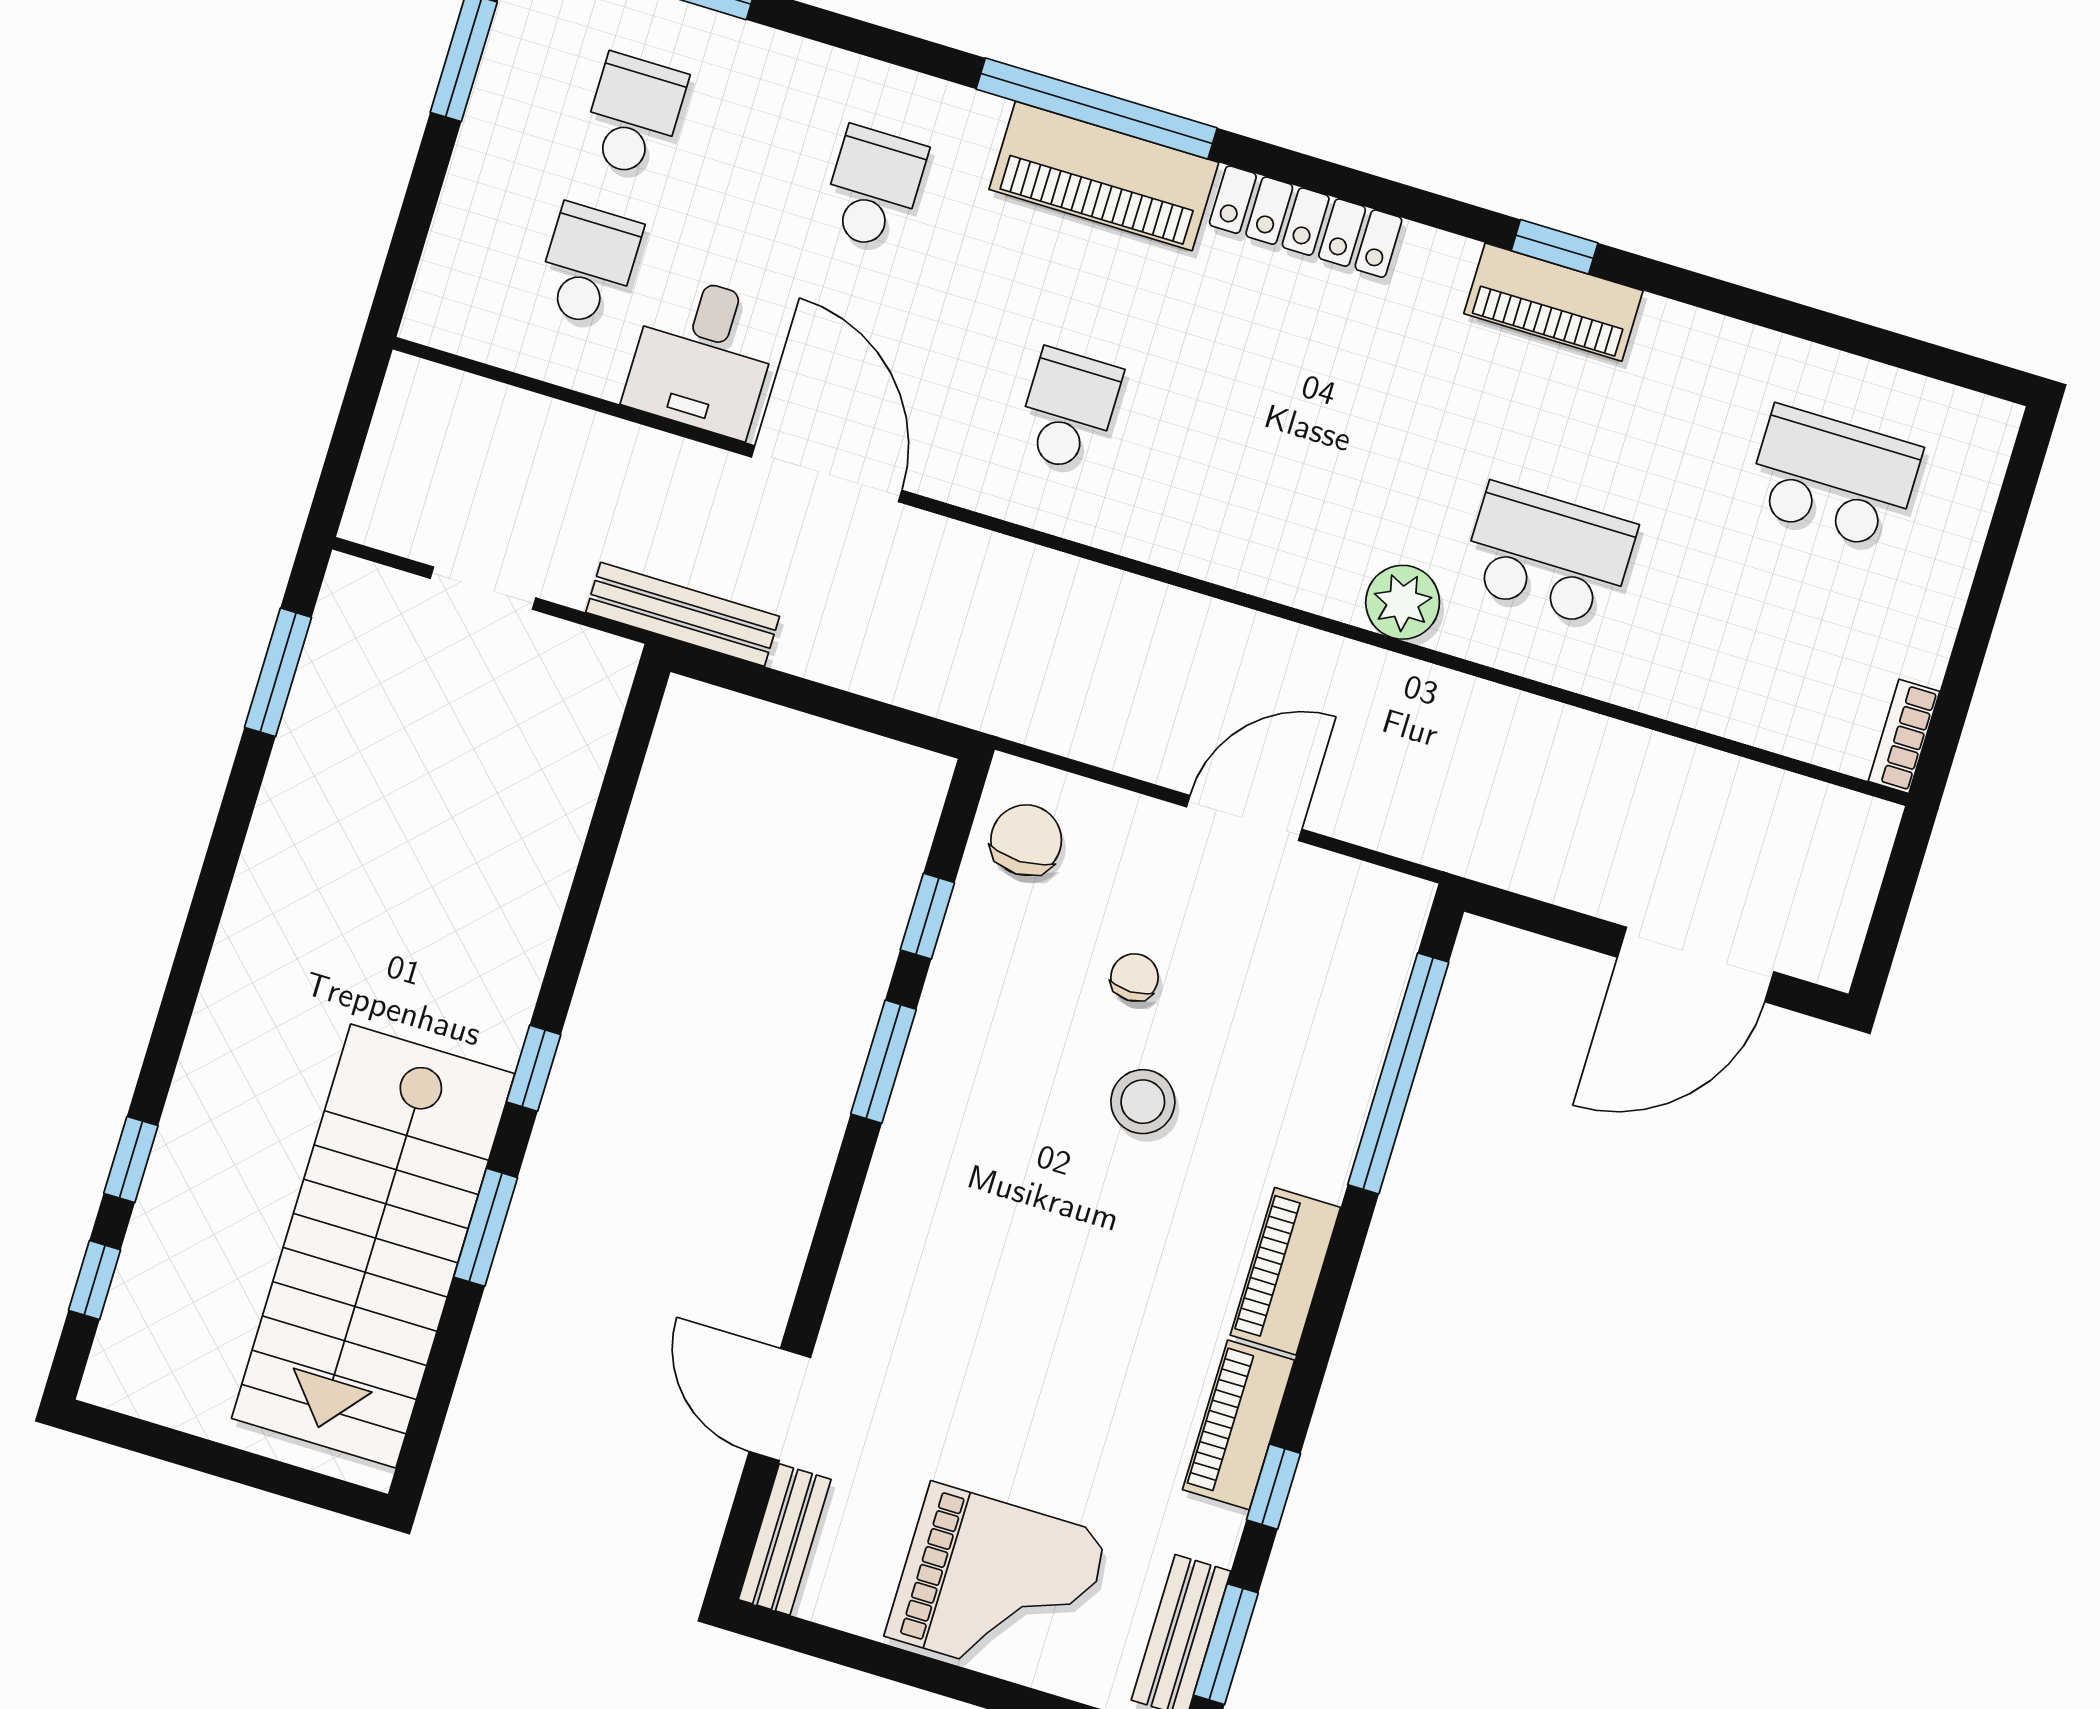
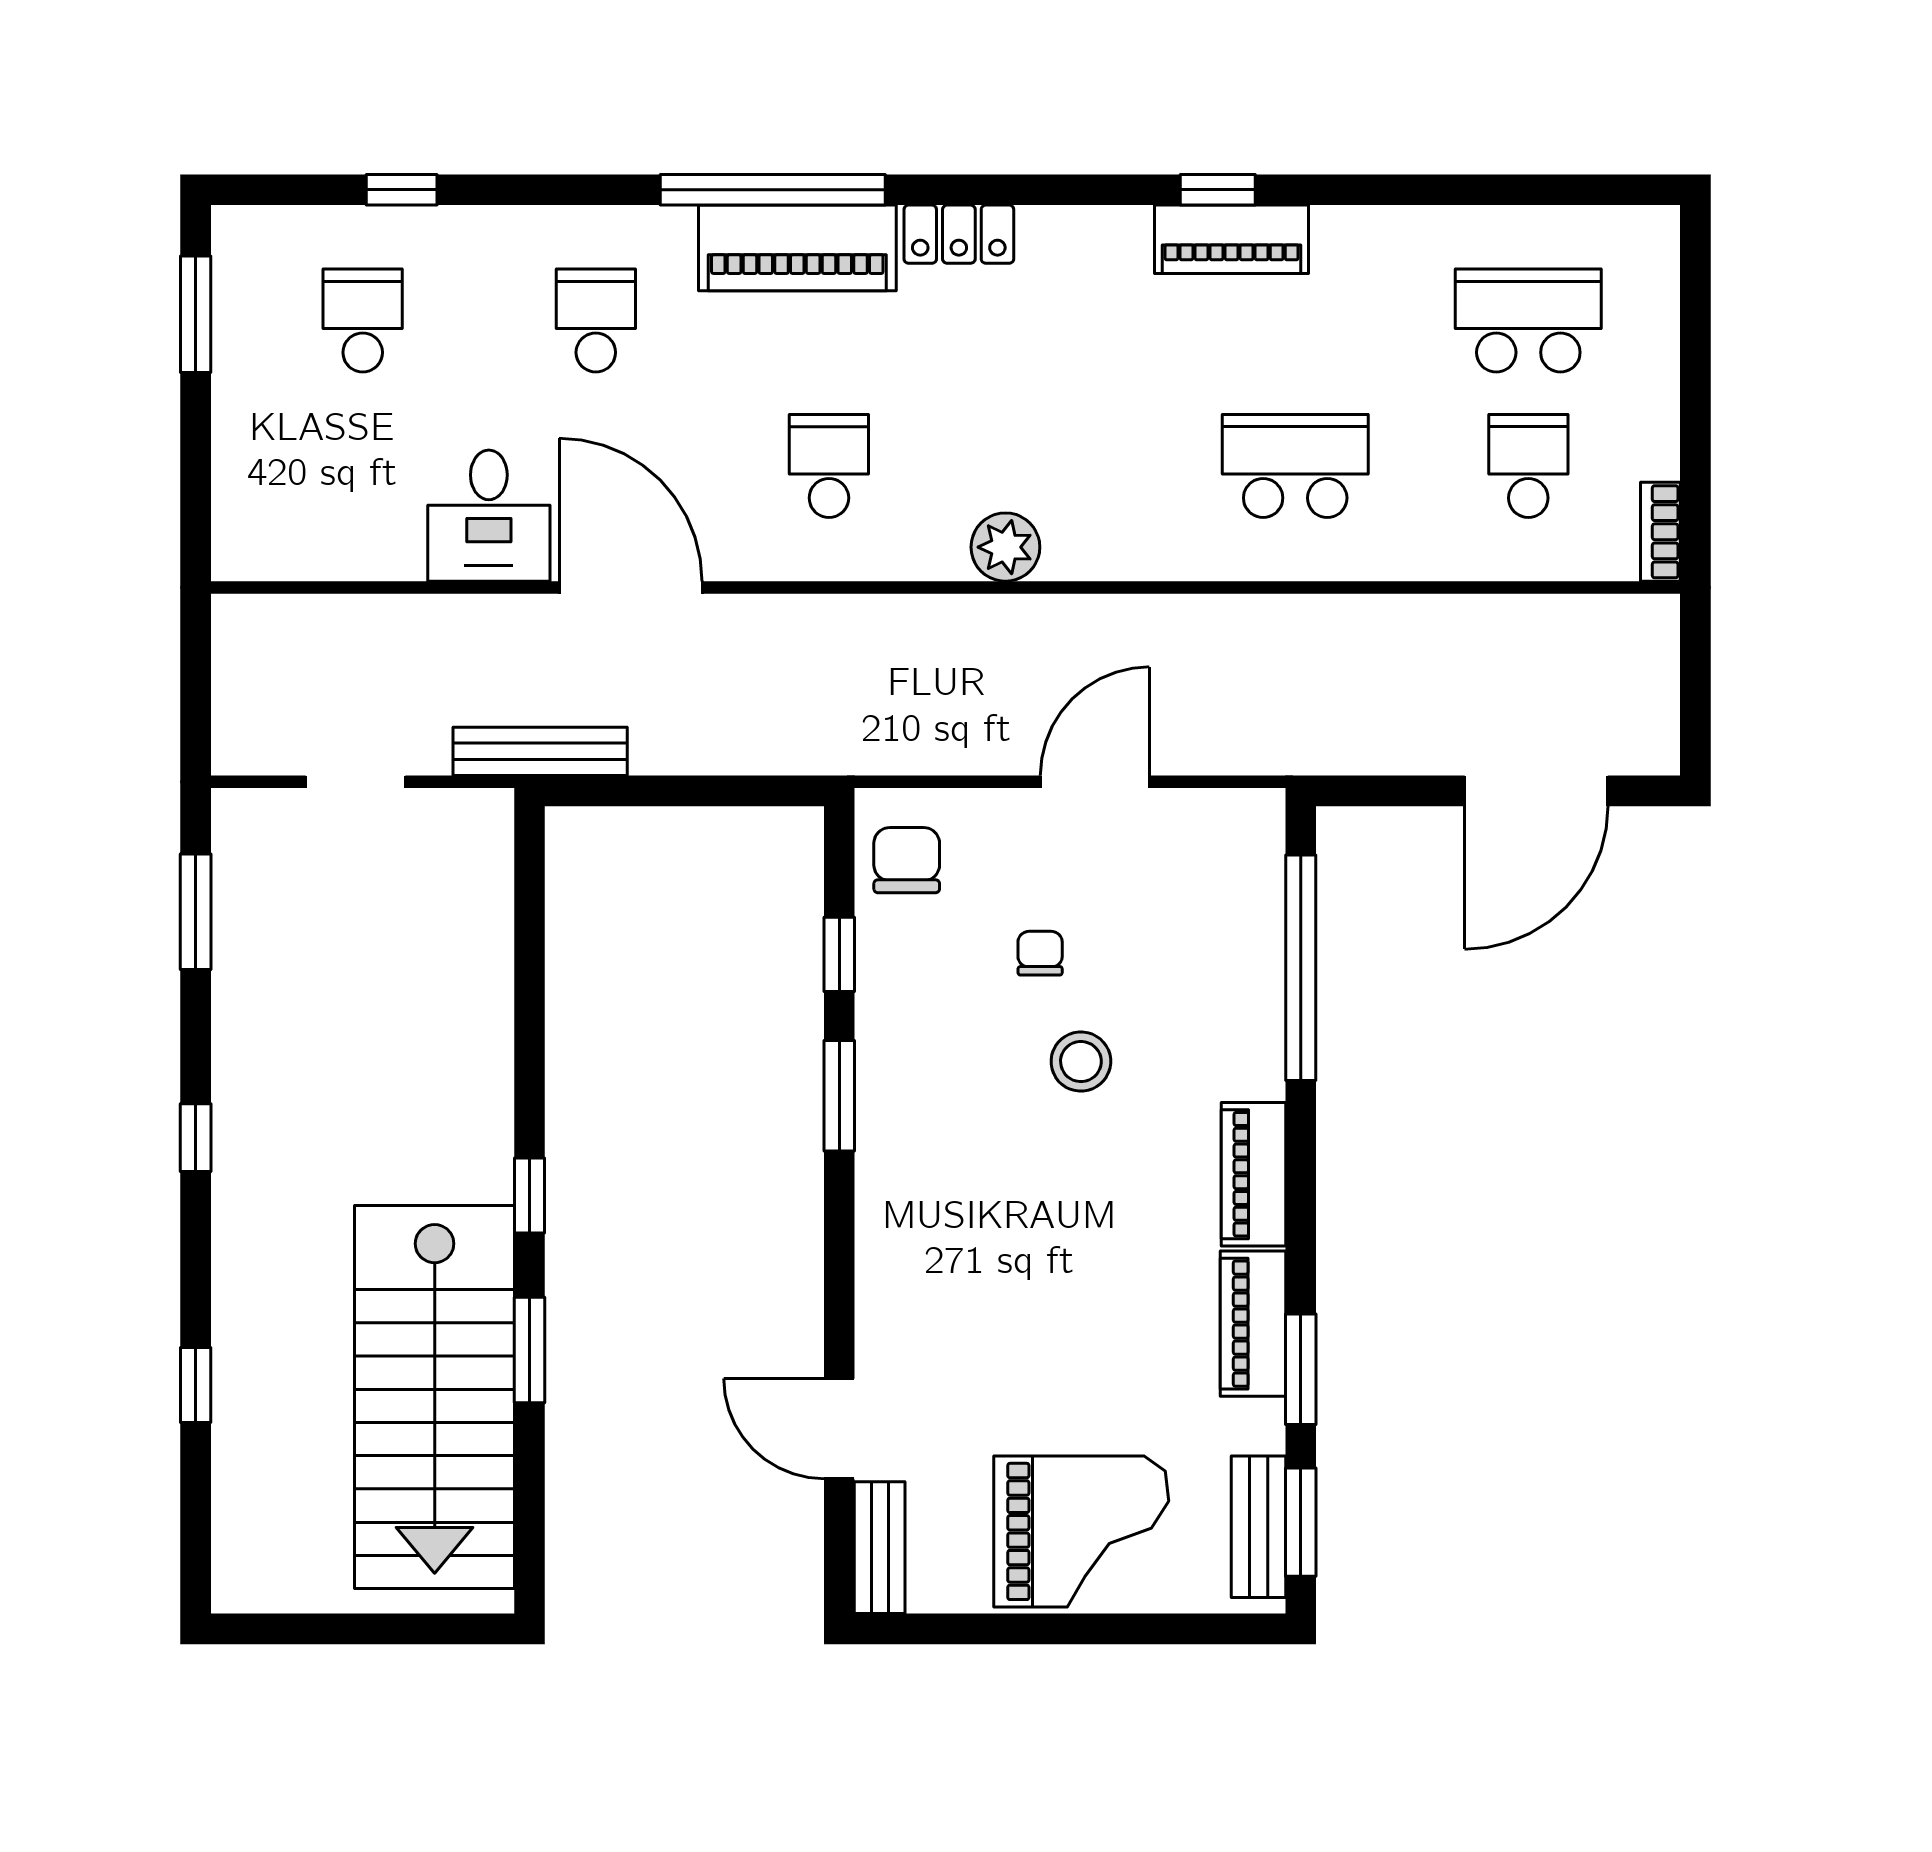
locker: (1306, 222) -> (959, 234), width x0.66
school desk: (589, 265) -> (1528, 466), moved
plant: (1403, 602) -> (1005, 547), moved
window: (95, 1280) -> (196, 1138), moved
window: (1273, 1487) -> (1301, 1369), width x1.50

